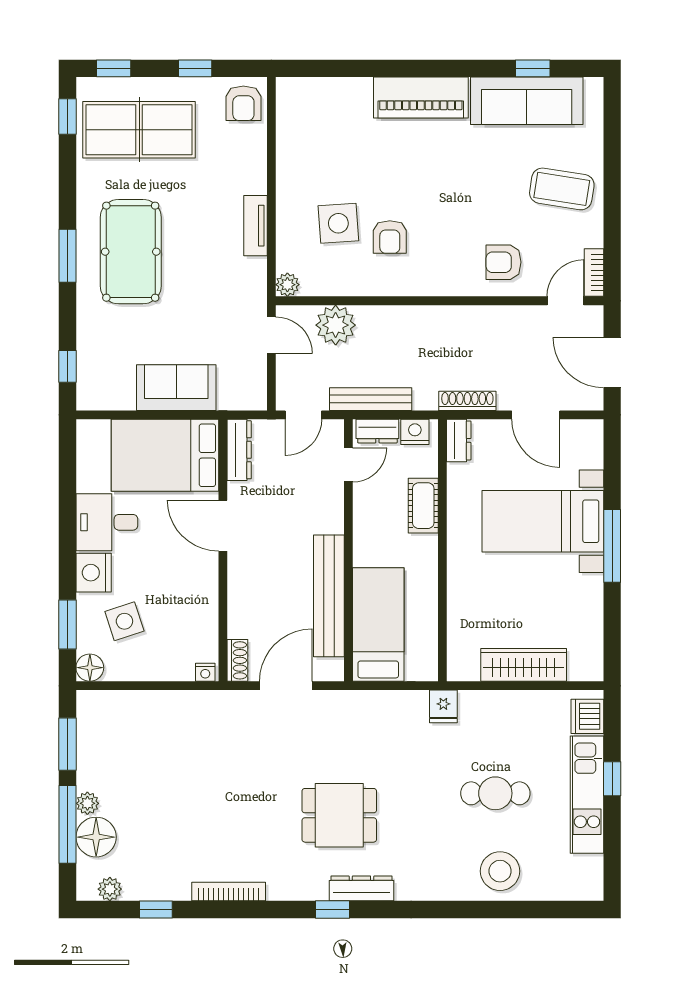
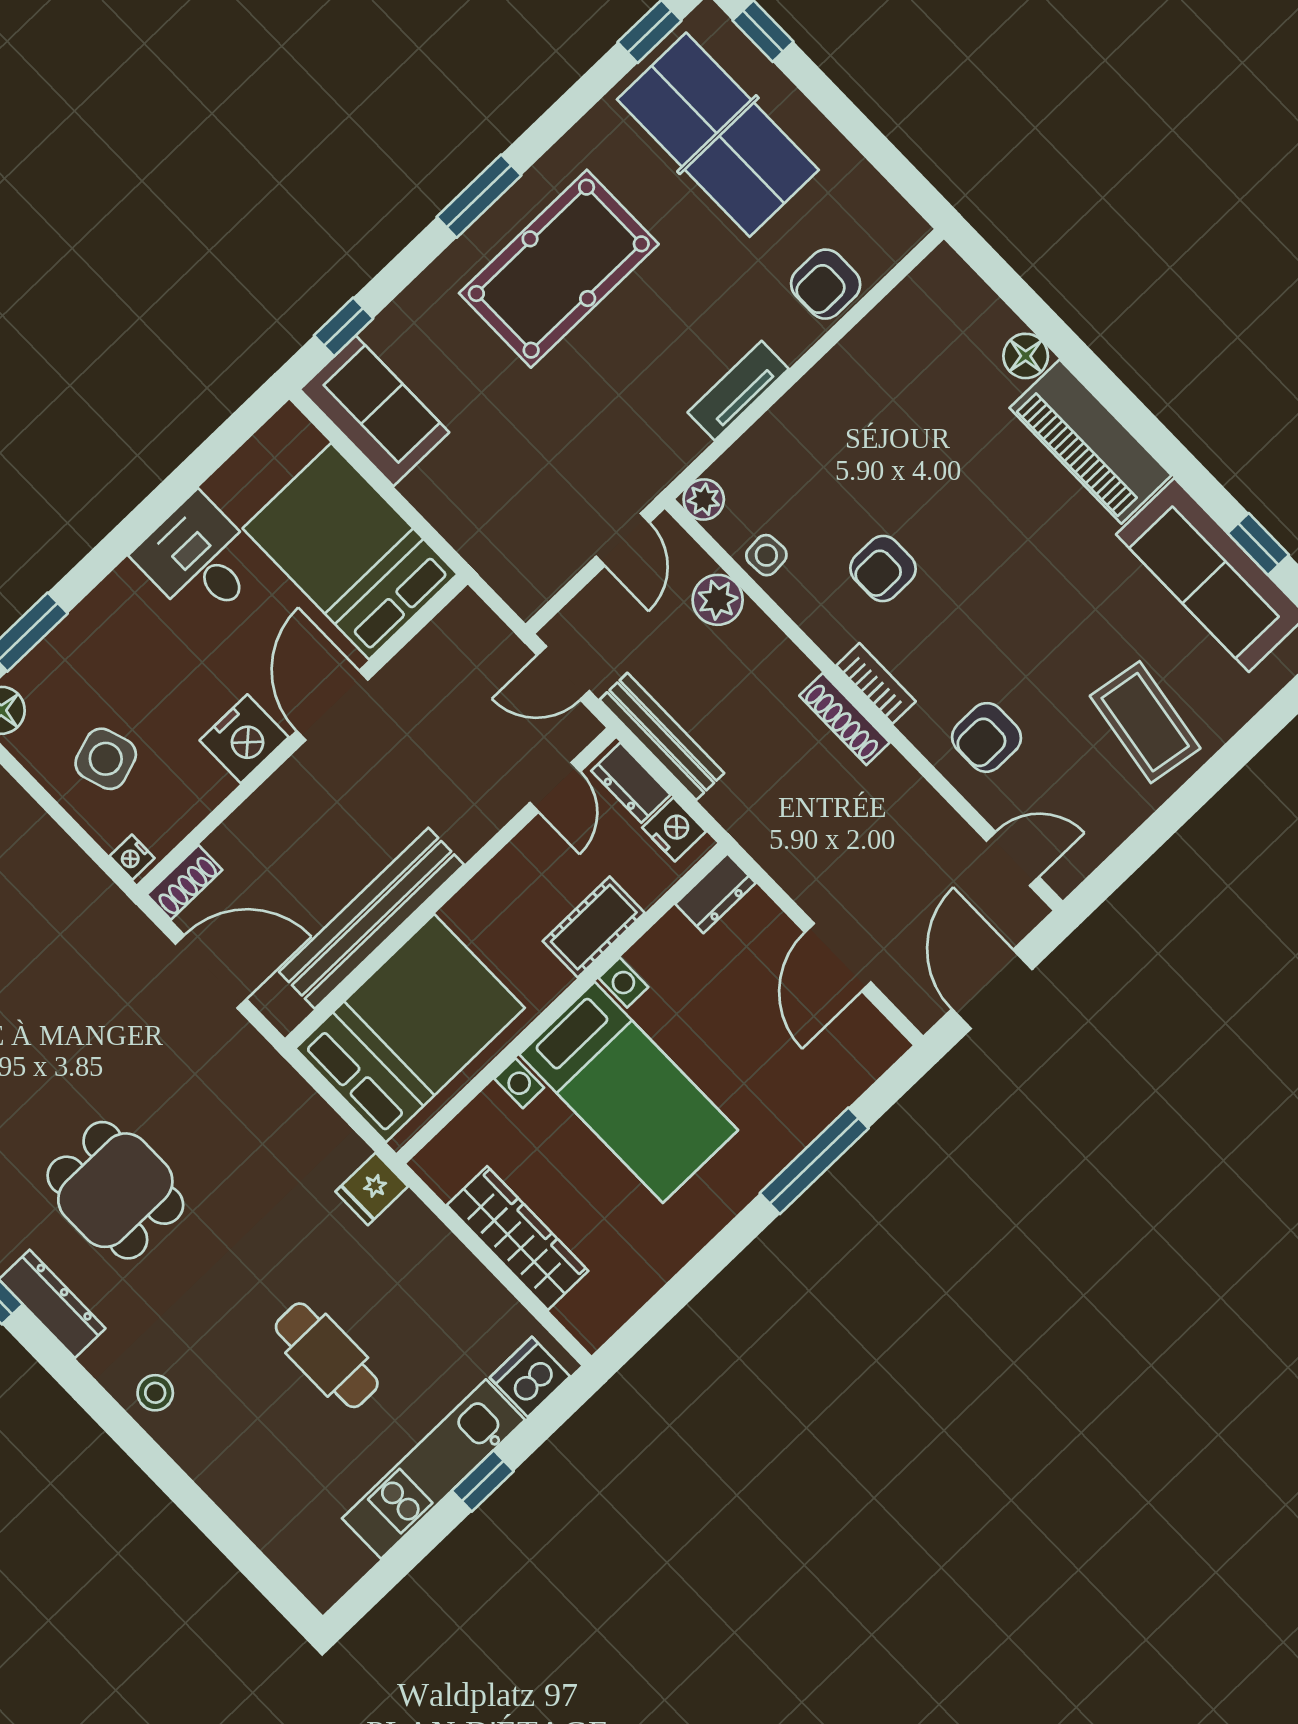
window: (195, 68) -> (859, 131), removed
floor lamp: (358, 90) -> (1026, 356), added
armchair: (243, 103) -> (826, 284), moved
side table: (338, 223) -> (766, 555), moved, width x0.54, depth x0.54
armchair: (503, 262) -> (987, 737), turned -90
bookcase: (594, 273) -> (876, 683), moved, turned 90
plant: (336, 325) -> (718, 600), width x0.73, depth x0.73
sofa: (176, 388) -> (374, 411), moved
shoe rack: (467, 401) -> (845, 719), moved, turned 180
dresser: (239, 450) -> (444, 636), removed
door: (348, 465) -> (555, 787), hinge flipped
bed with nightstands: (543, 521) -> (629, 1092), moved, turned 180
window: (612, 546) -> (814, 1161), moved
nightstand: (94, 573) -> (244, 739), moved, turned 180
side table: (124, 621) -> (106, 759), moved
bed: (378, 625) -> (410, 1028), width x1.50
stool: (500, 871) -> (155, 1393), moved, width x0.53, depth x0.53

